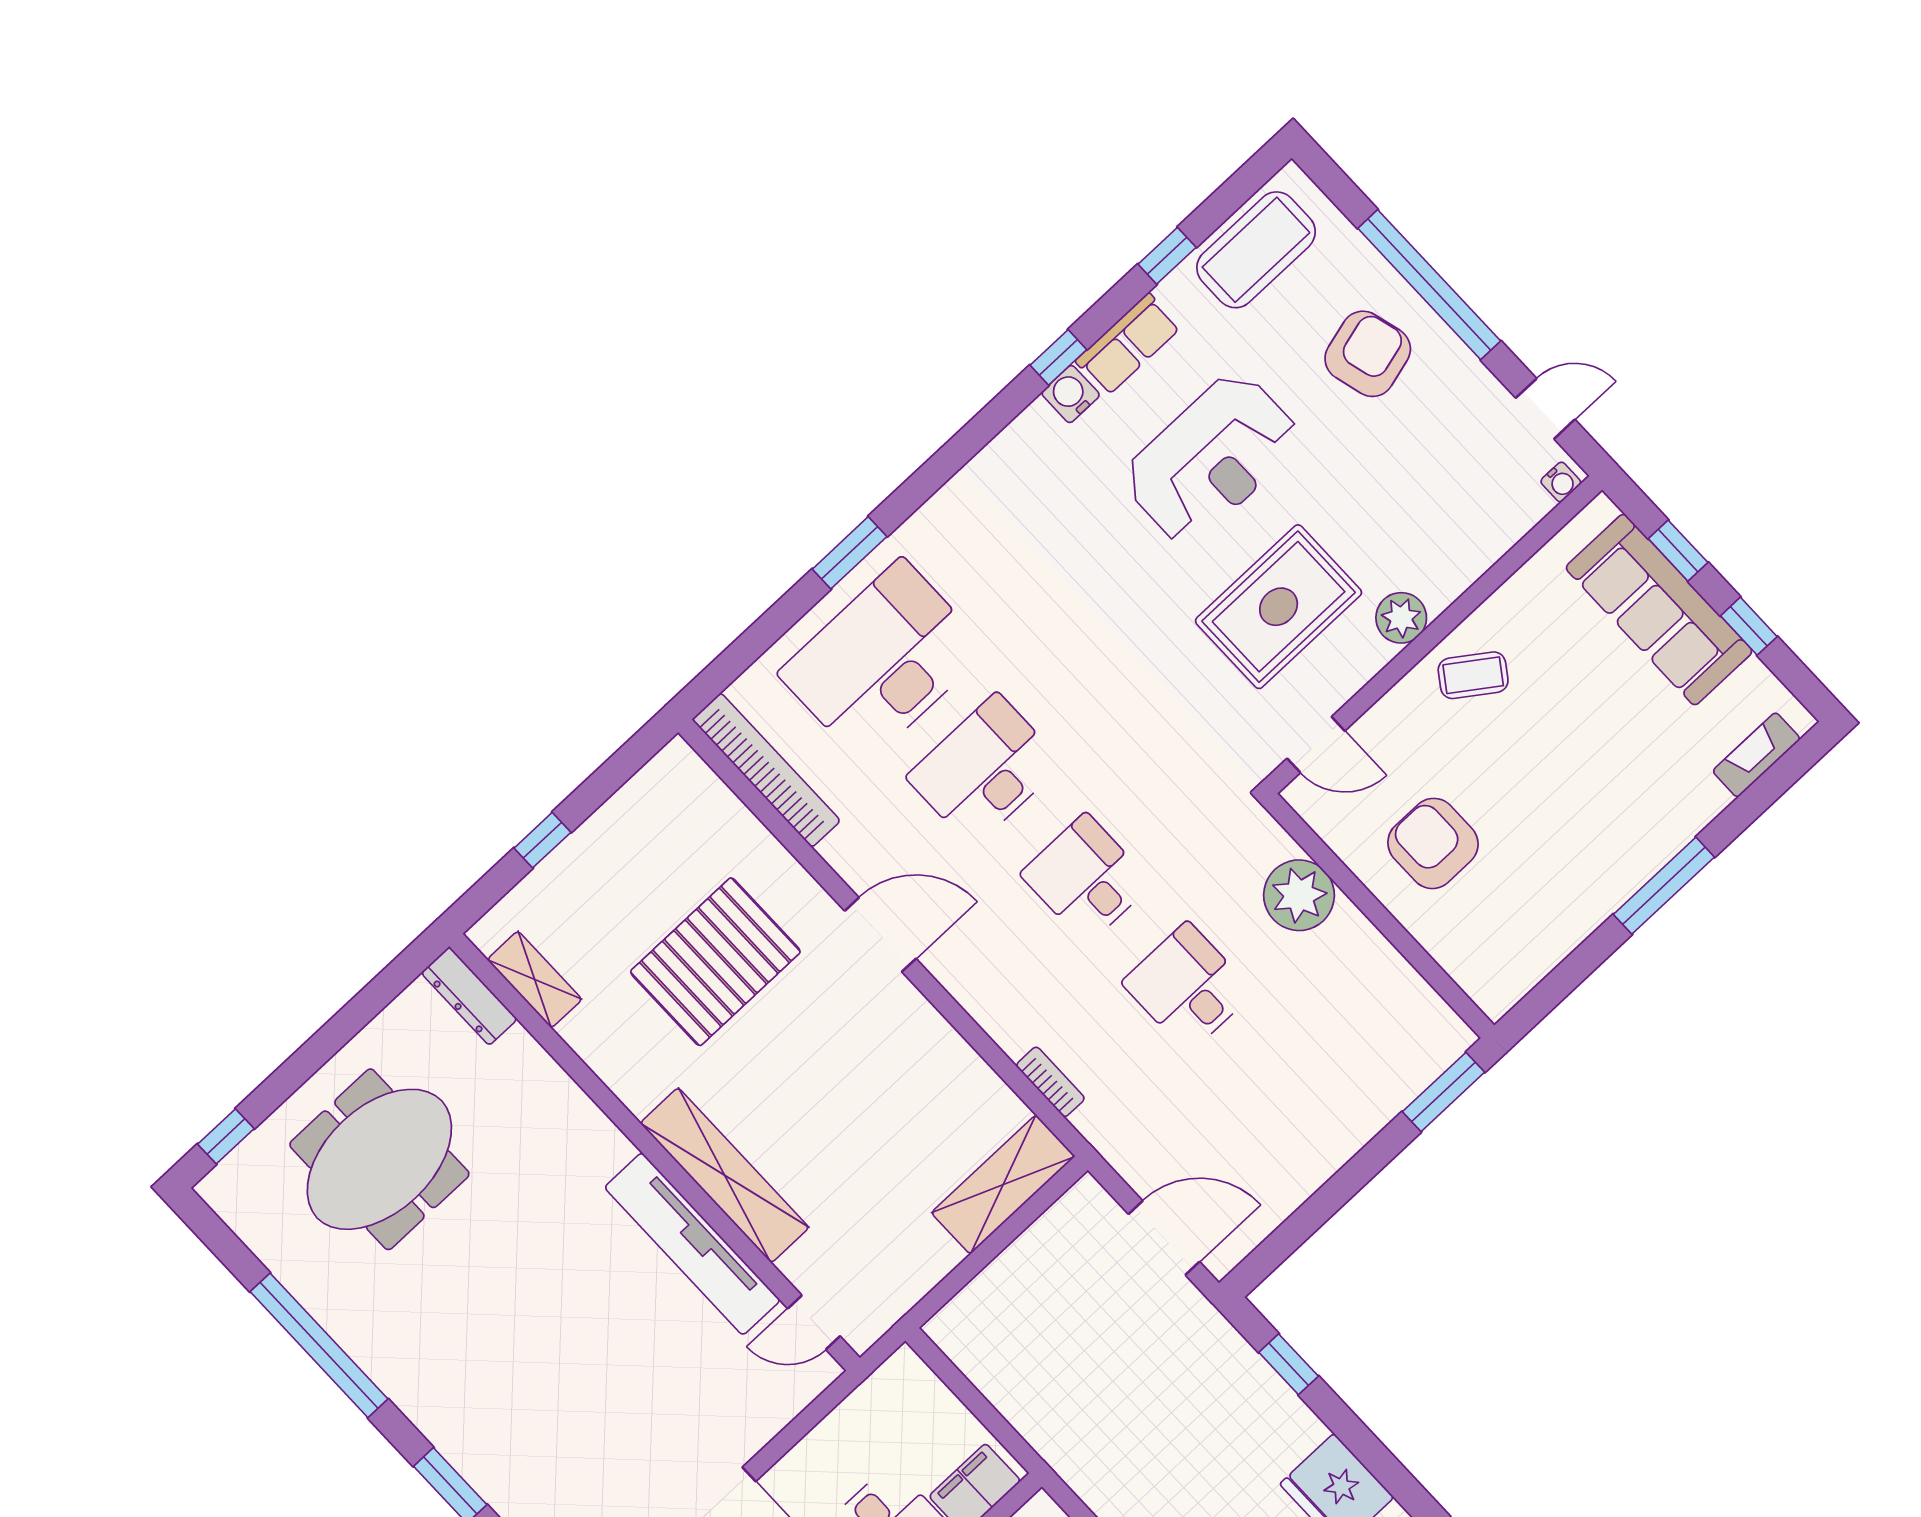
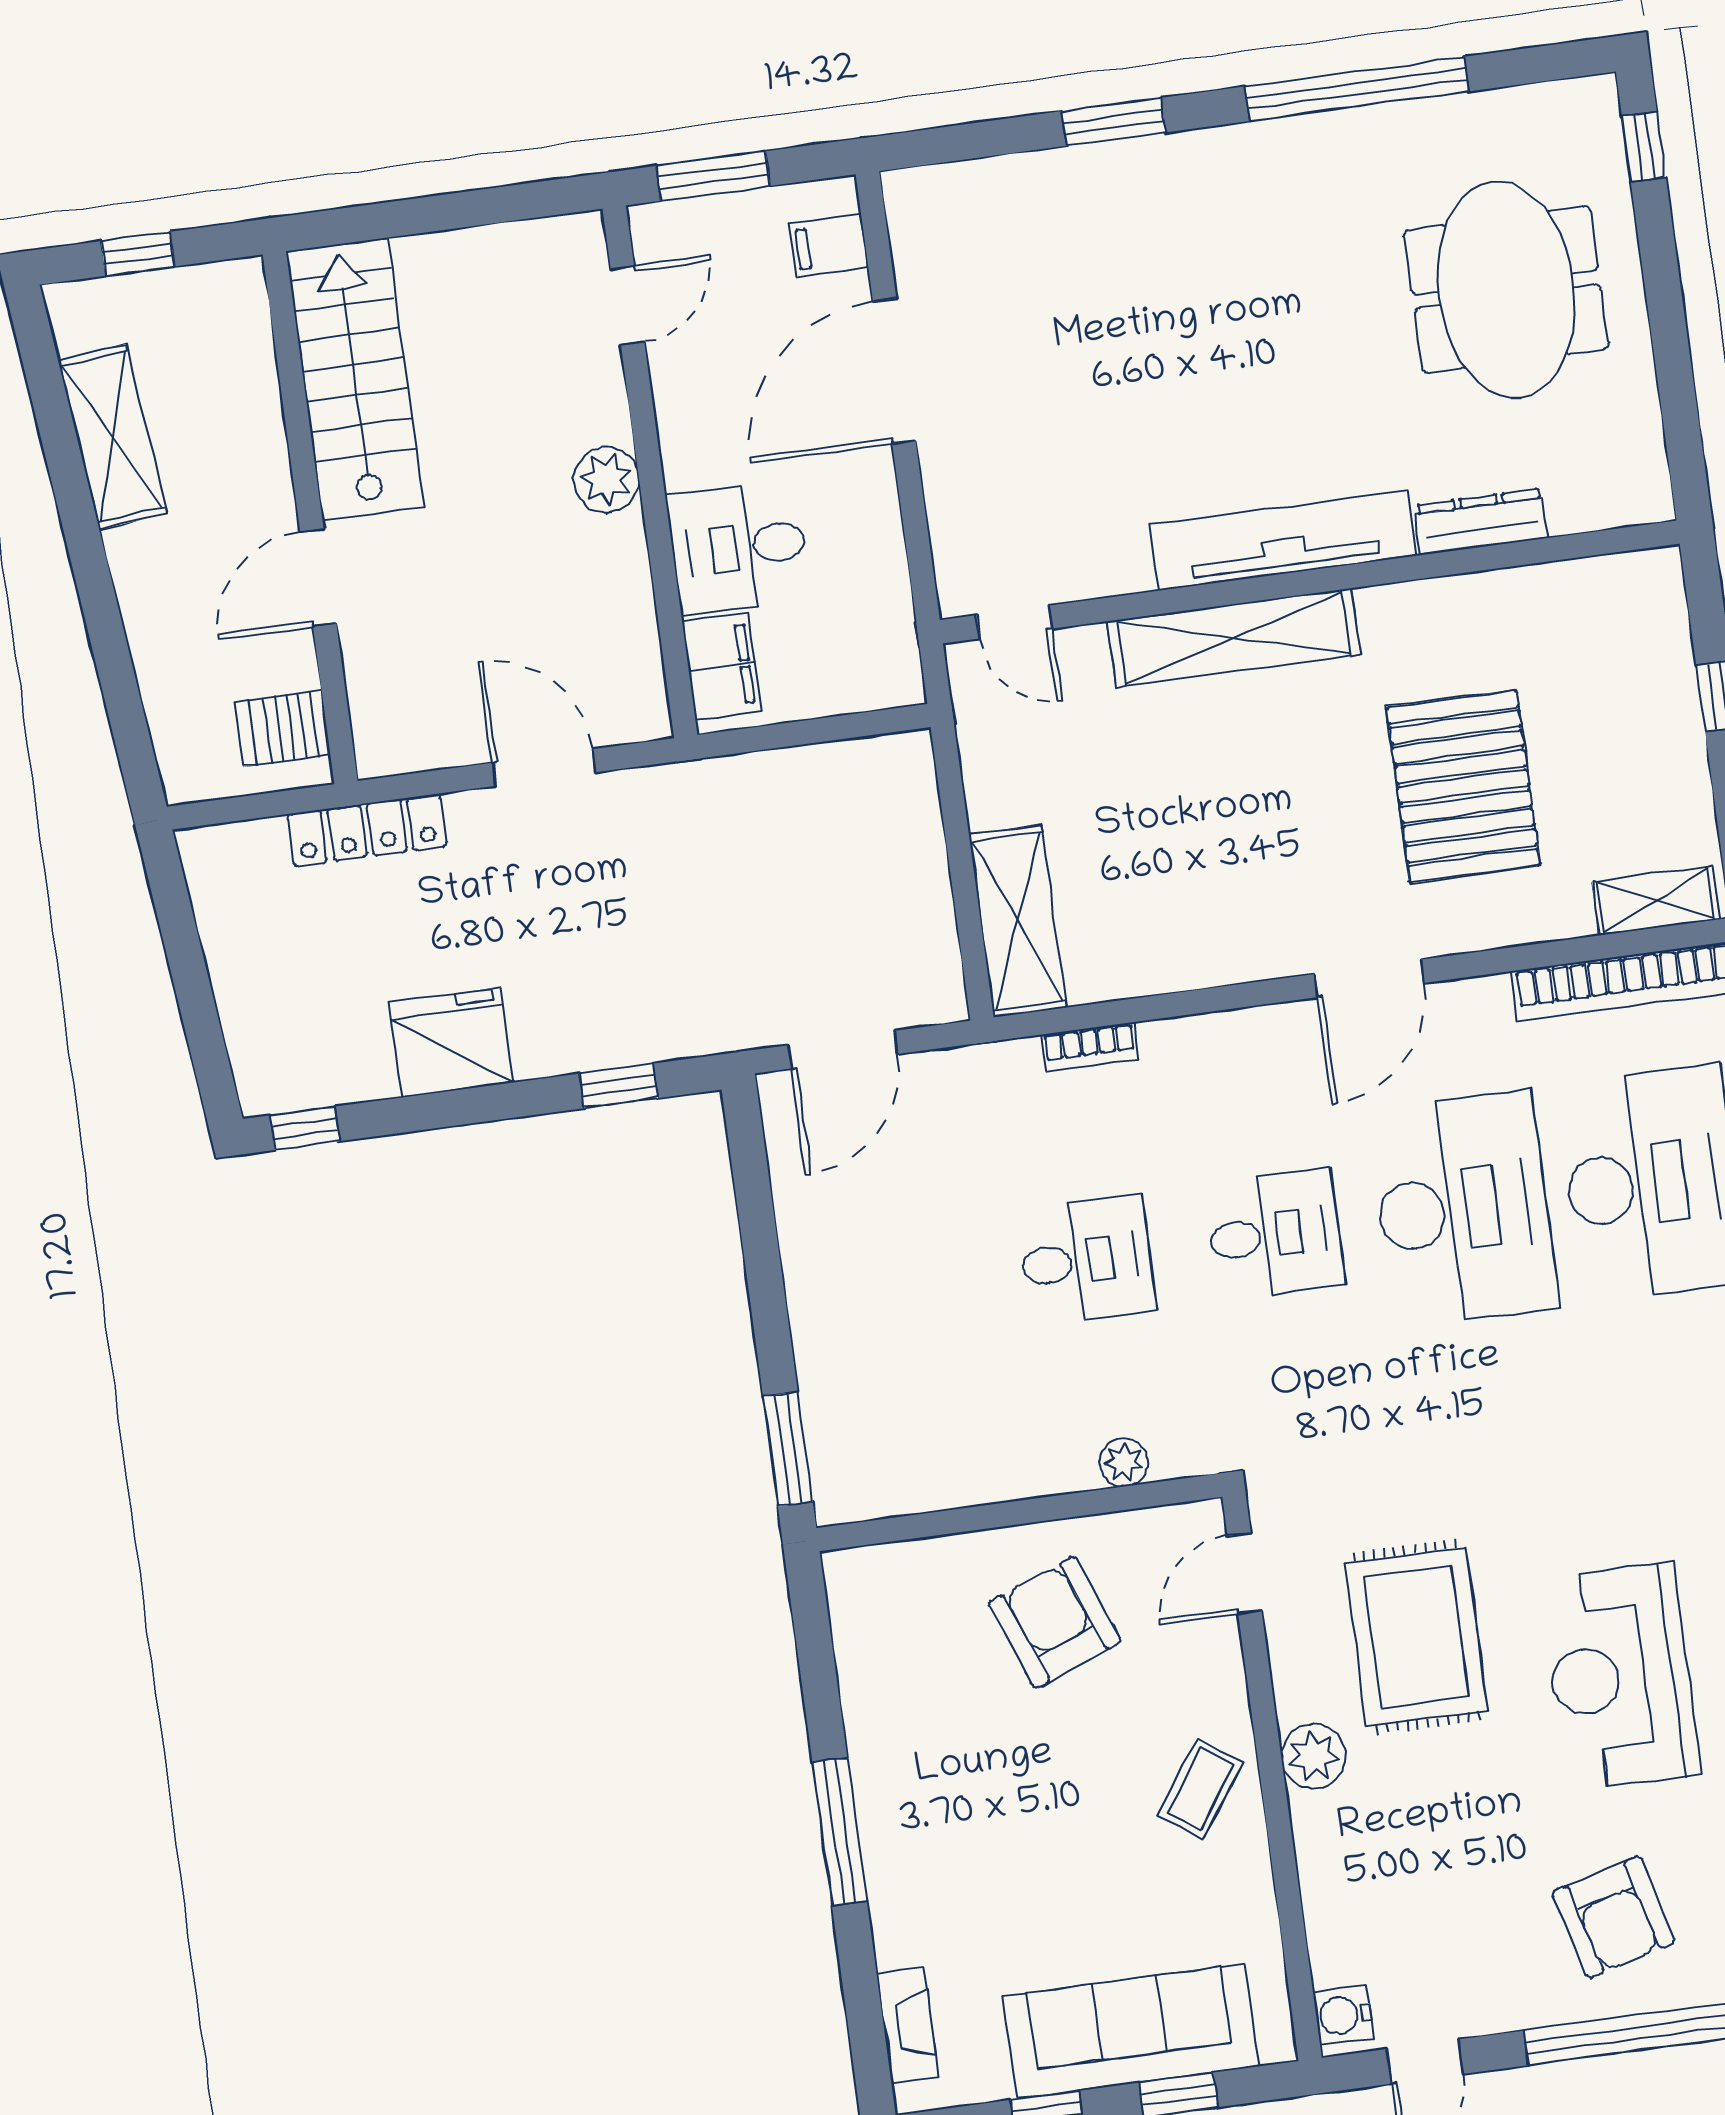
water cooler: (1561, 482) -> (1343, 2015), width x1.38, depth x1.38
desk: (985, 770) -> (1463, 1209), width x1.36, depth x1.30
armchair: (1433, 843) -> (1055, 1622), turned -111
plant: (1299, 895) -> (1124, 1462), width x0.53, depth x0.53
shelving: (535, 979) -> (1656, 901), moved
dresser: (469, 996) -> (1481, 522), moved
tv unit: (692, 1244) -> (1283, 540), moved
door: (814, 1322) -> (1014, 622), swing flipped

